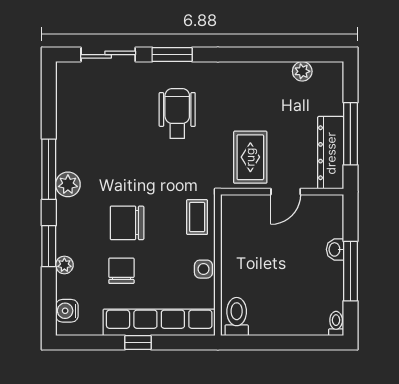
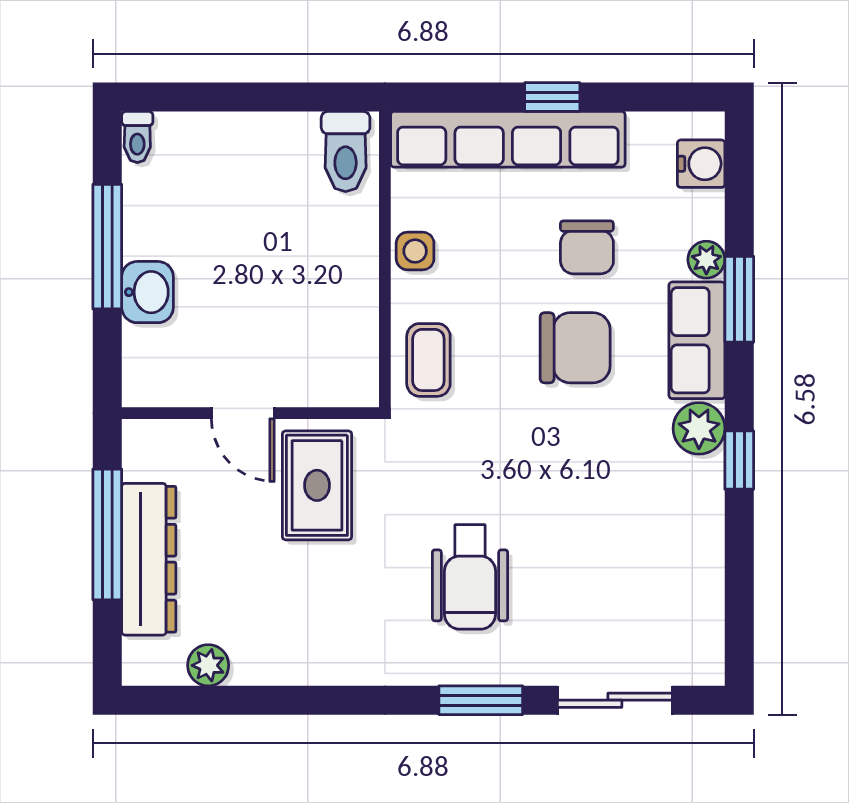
dresser: (331, 153) -> (149, 559), moved
window: (49, 169) -> (739, 460), width x0.46
door: (286, 192) -> (243, 413), swing flipped
row of seats: (69, 226) -> (697, 340), added
washbasin: (335, 249) -> (148, 292), width x1.38, depth x1.45

